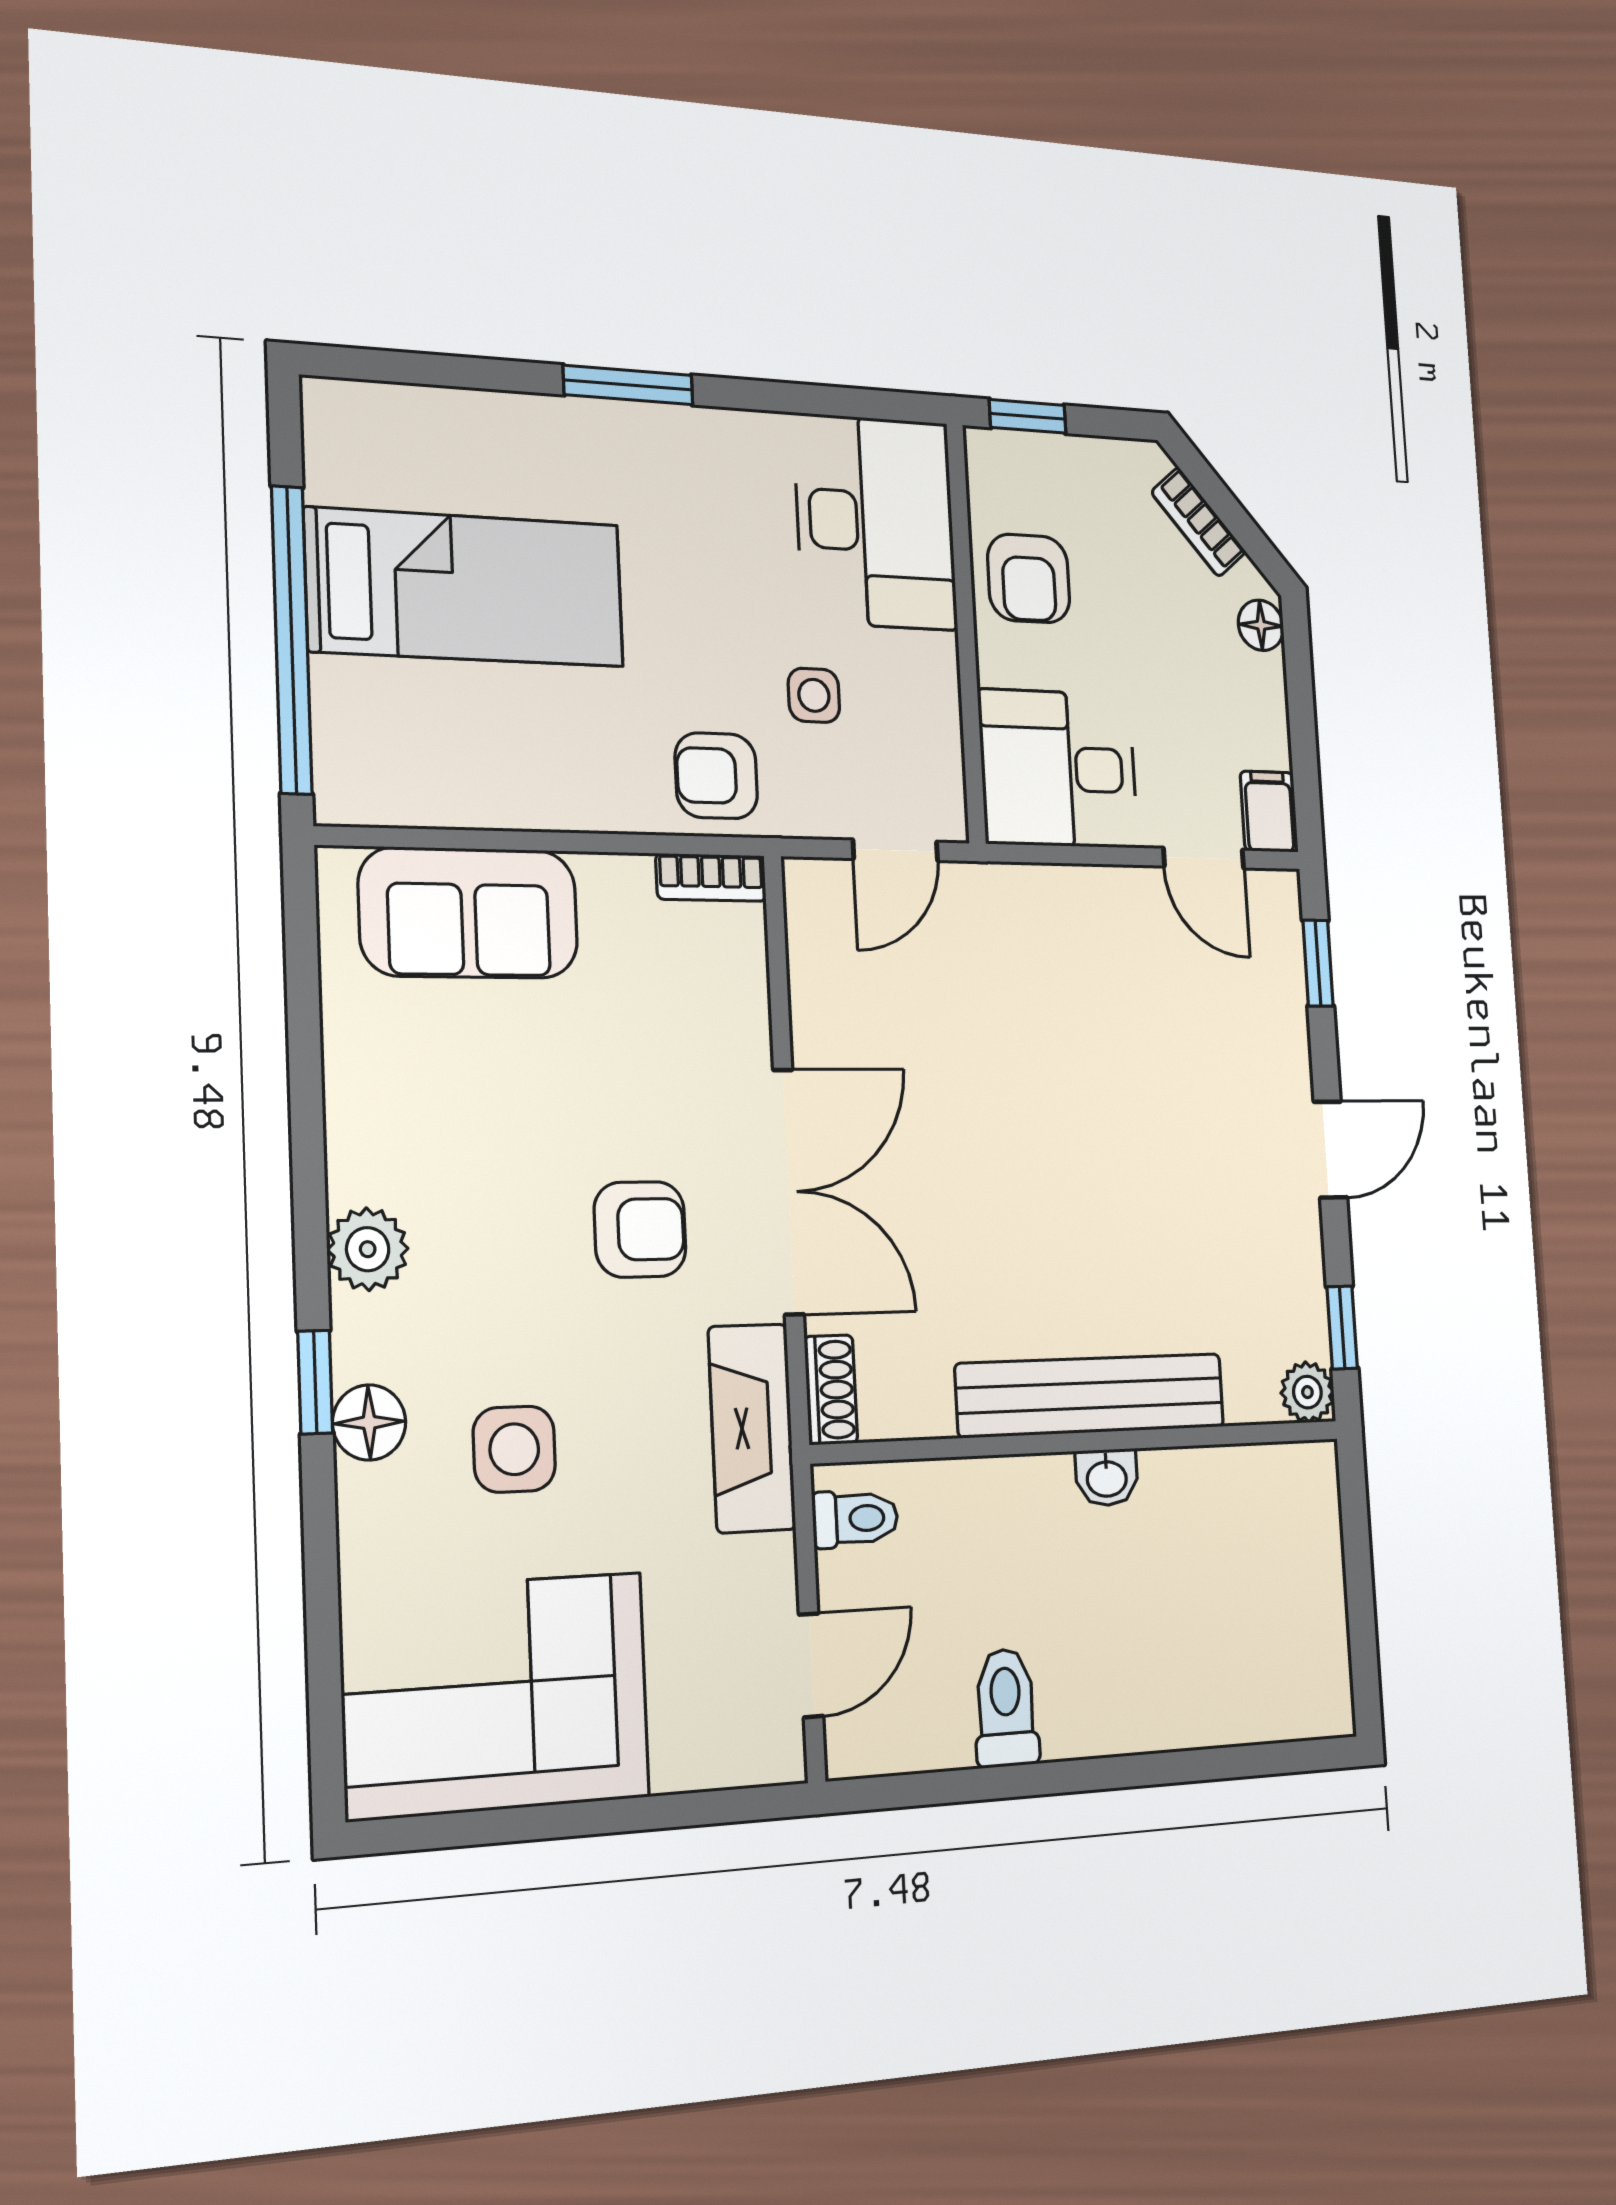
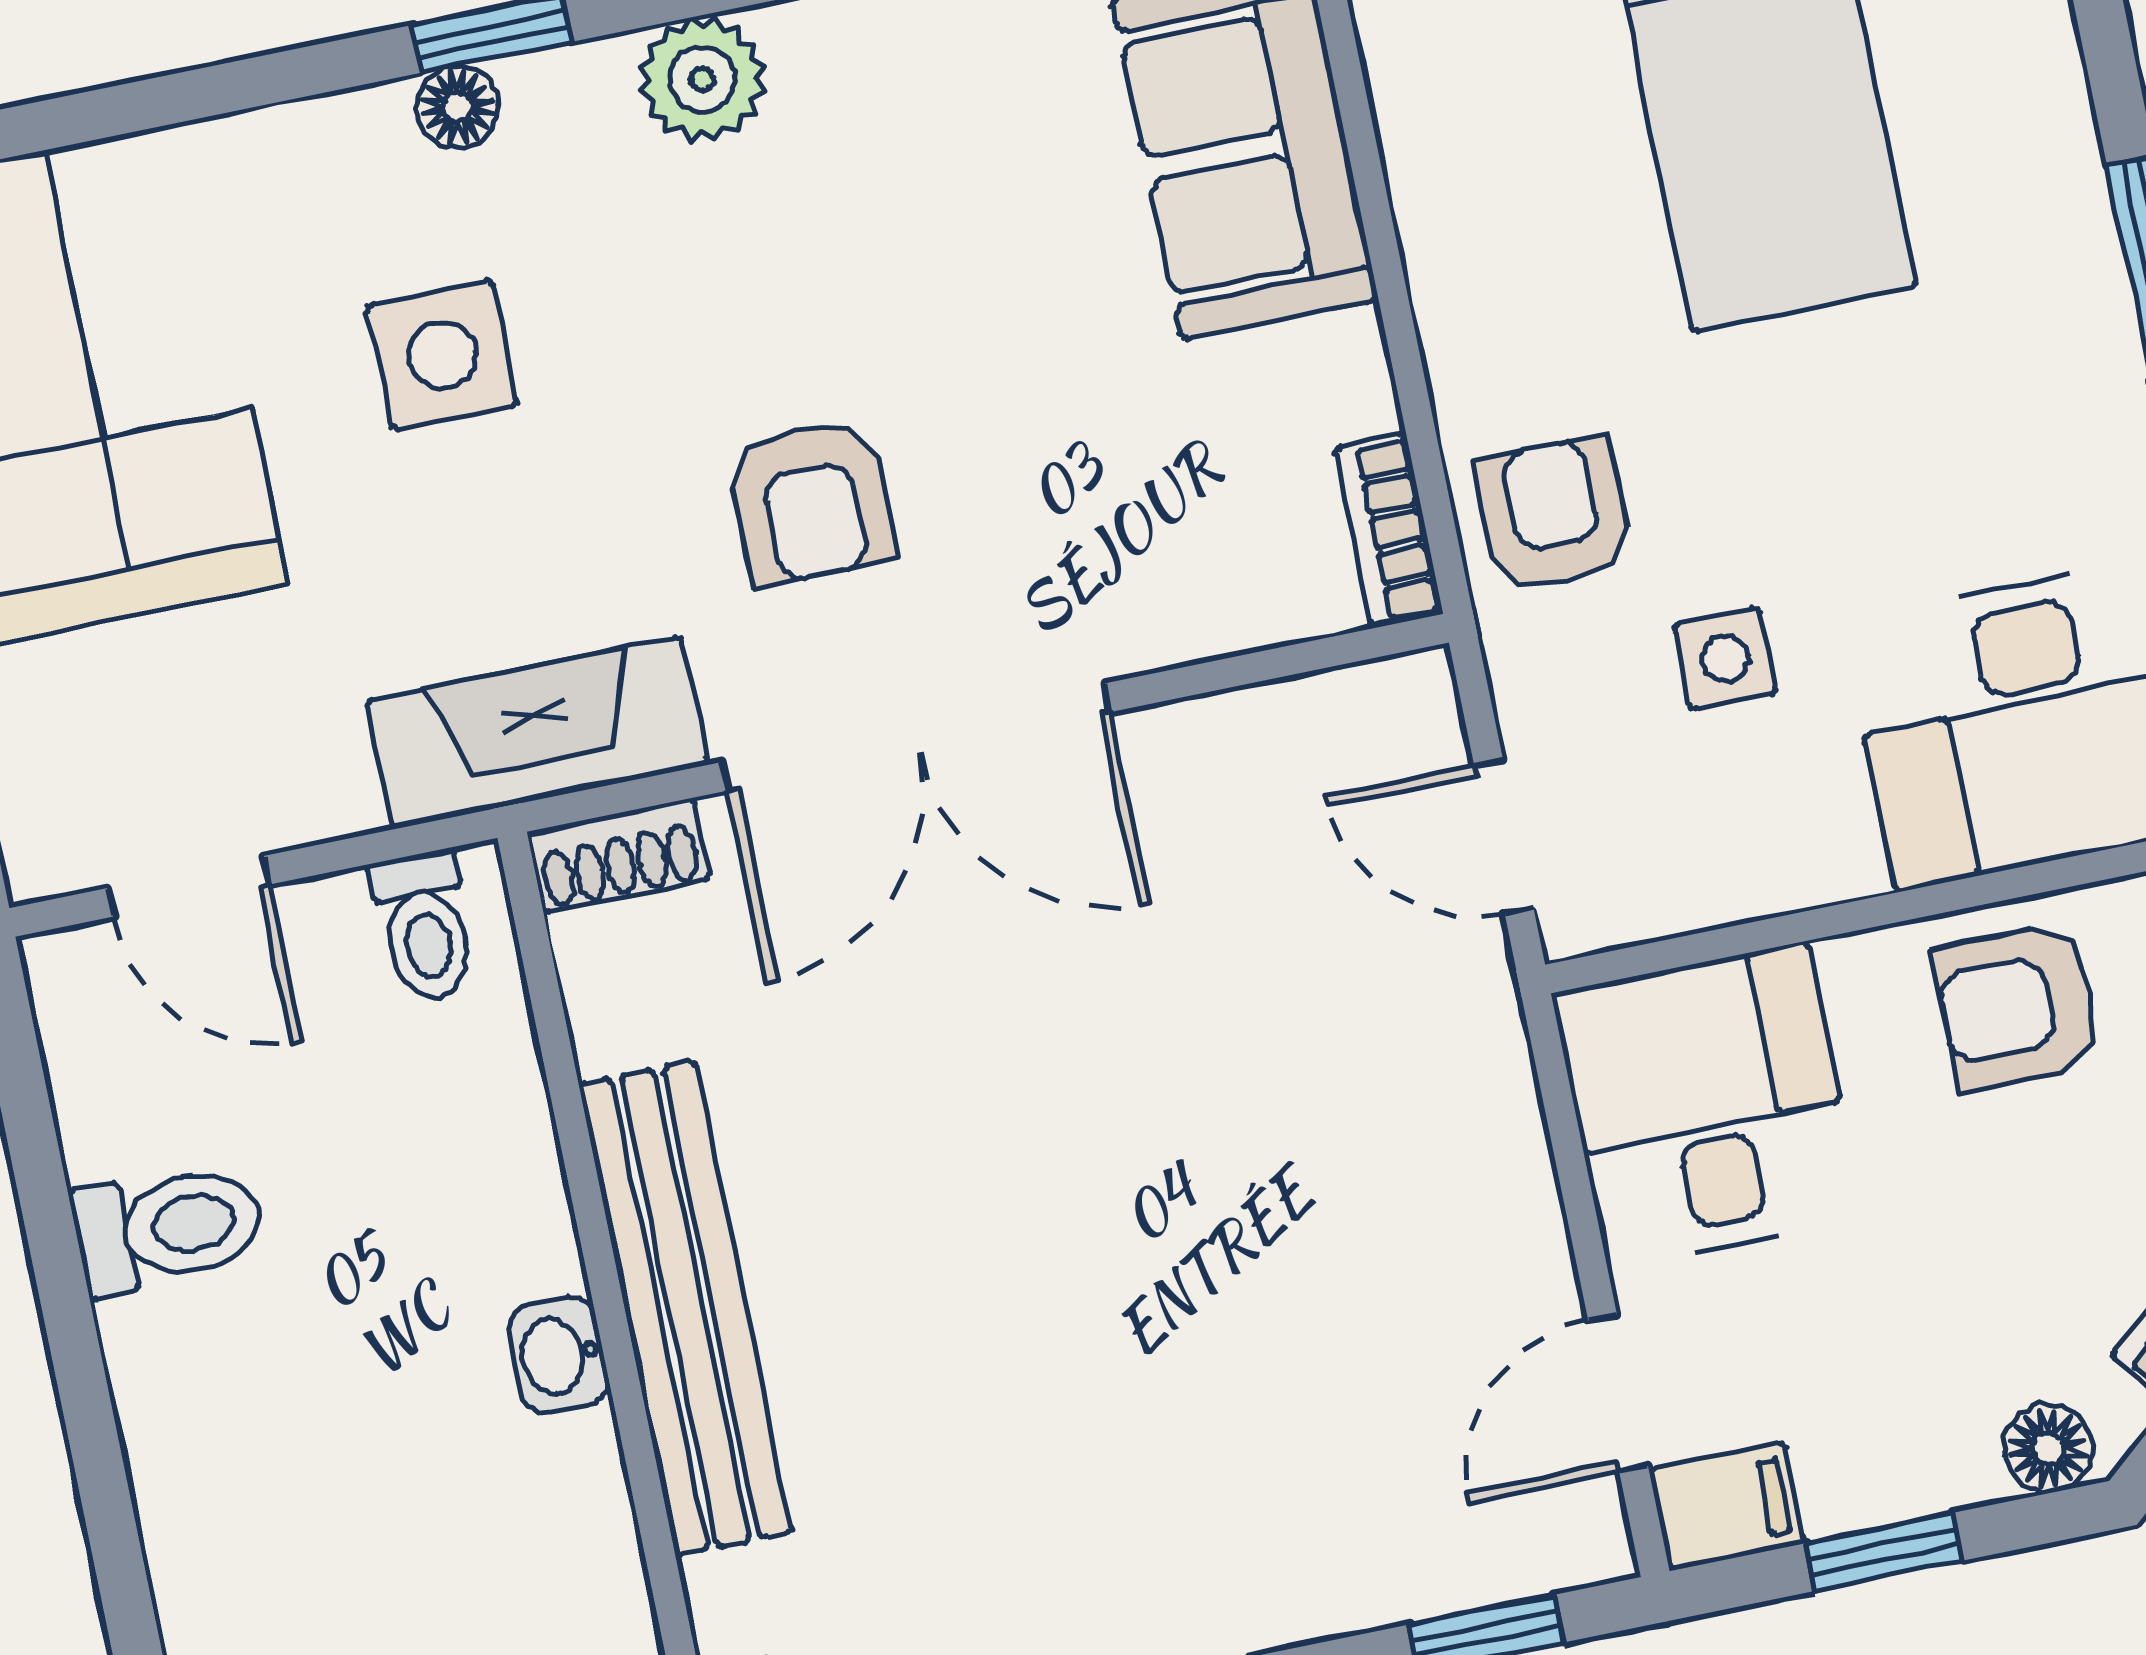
window: (1303, 730) -> (1884, 1552), added
floor lamp: (369, 1422) -> (458, 107), width x0.73, depth x0.73

